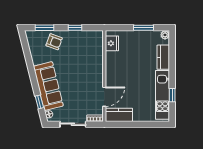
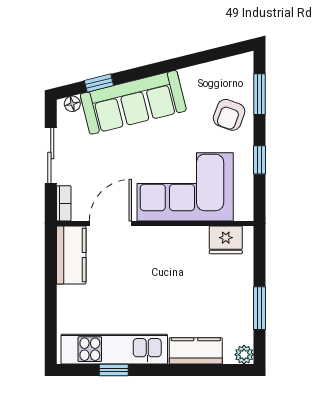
corner sofa: (87, 62) -> (185, 187), added
door: (104, 97) -> (110, 223), swing flipped

